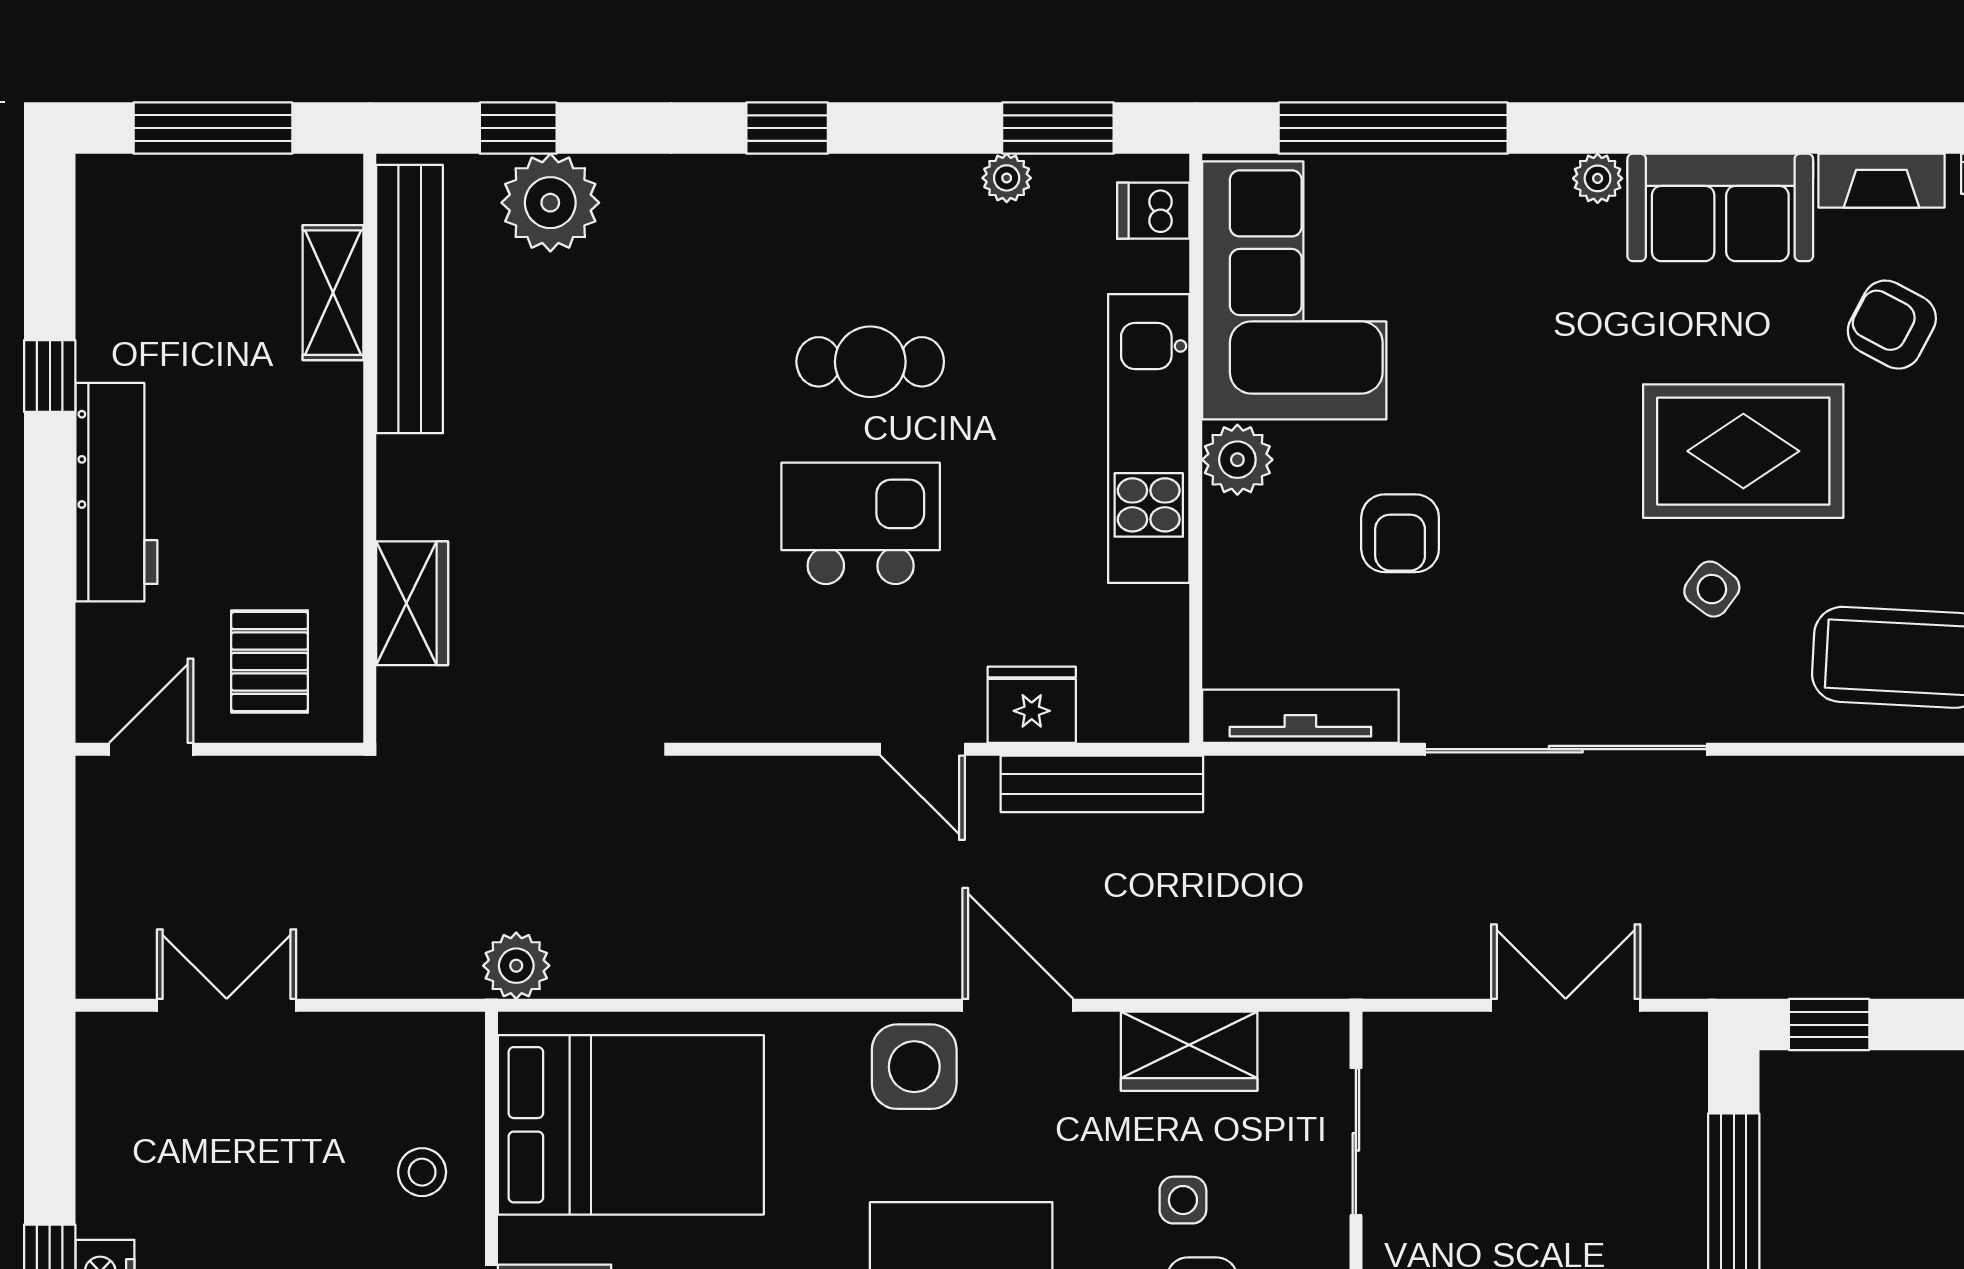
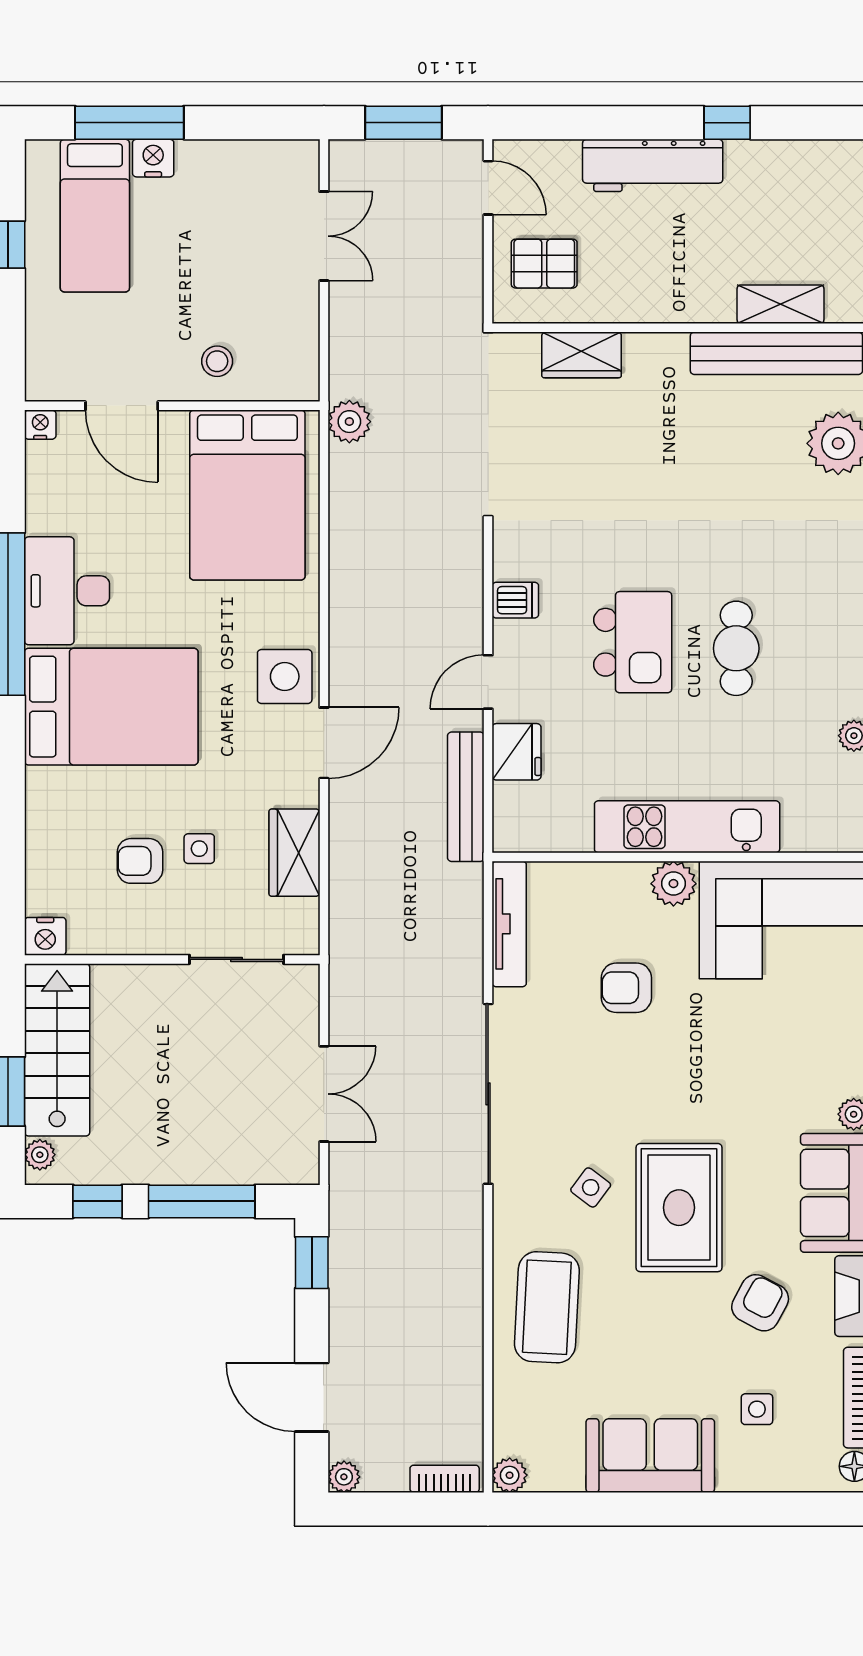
dishwasher: (1153, 211) -> (515, 600), moved, turned 90
window: (50, 881) -> (403, 123), added

